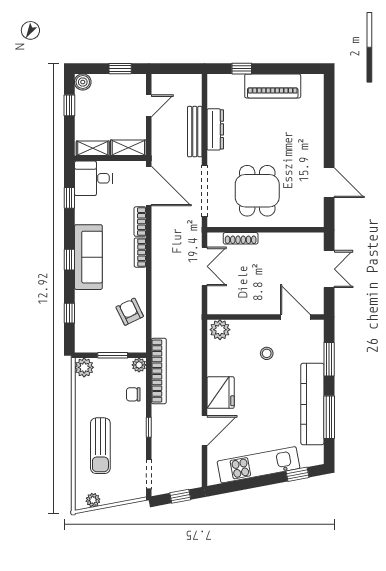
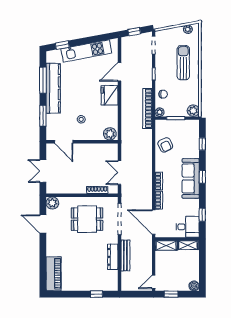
piano: (273, 86) -> (54, 274), moved, turned 90
window: (69, 105) -> (202, 272), removed
door: (149, 106) -> (154, 282), moved
dining table: (257, 191) -> (87, 219), turned 90
plant: (314, 217) -> (52, 203), added

